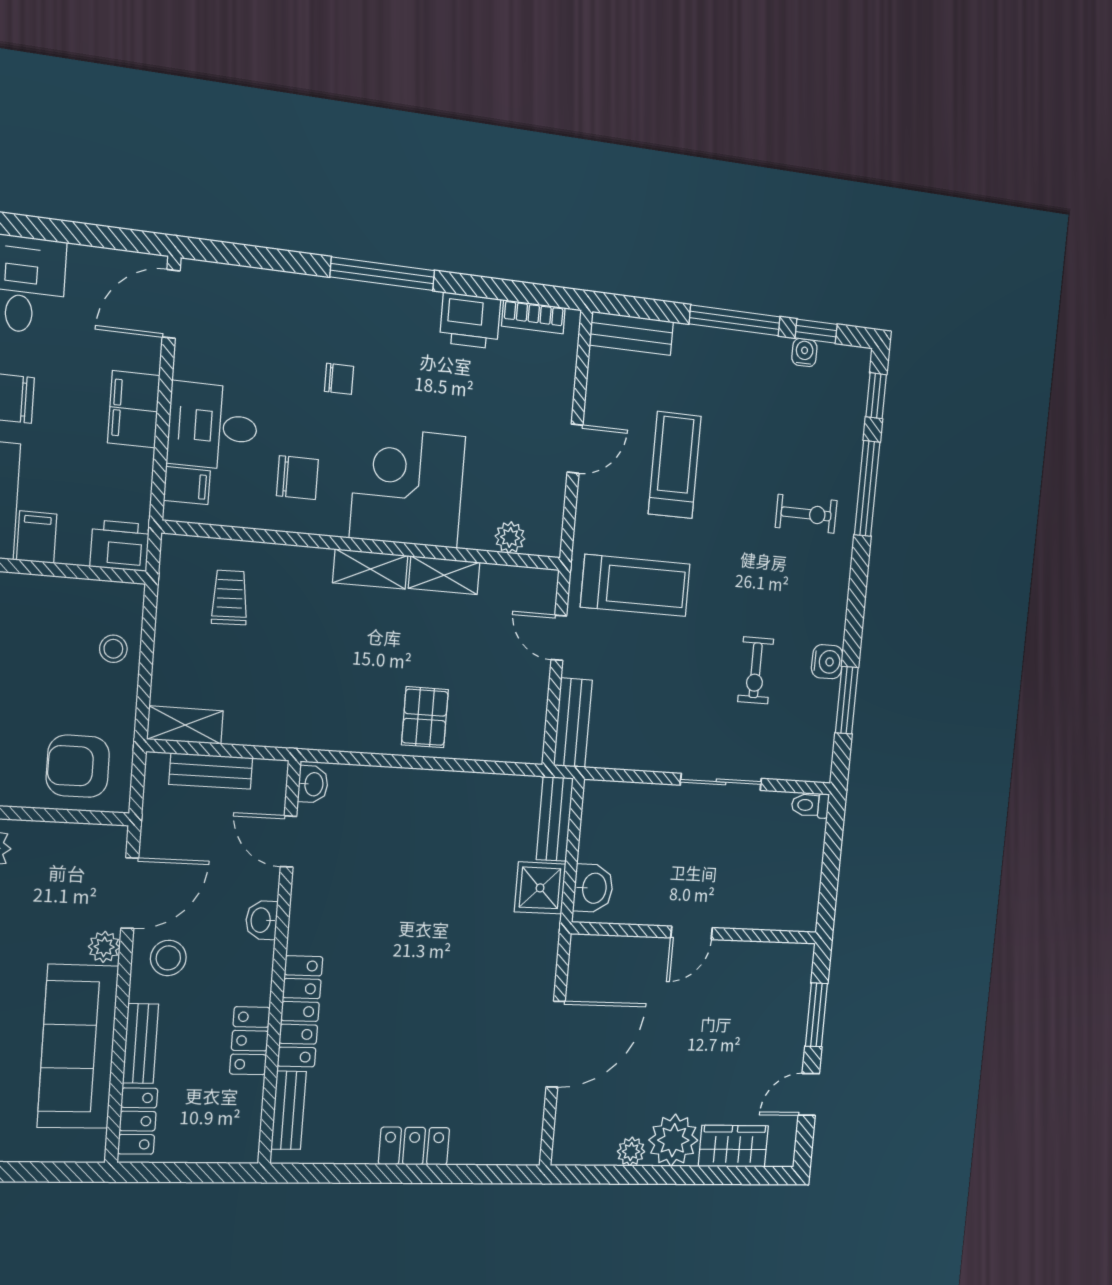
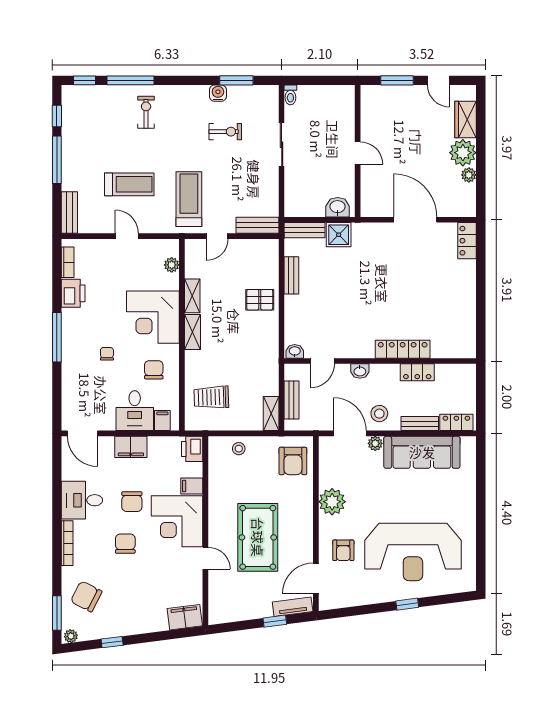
water cooler: (804, 353) -> (68, 121), removed
treadmill: (675, 465) -> (129, 184), turned 180
trolley: (230, 598) -> (211, 397), width x1.36, depth x1.39
bench: (289, 1110) -> (291, 275), moved, turned 90
locker: (414, 1146) -> (467, 241), moved

